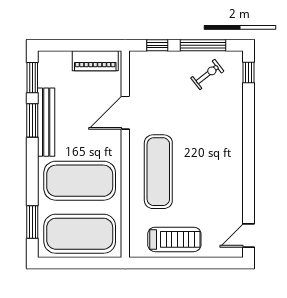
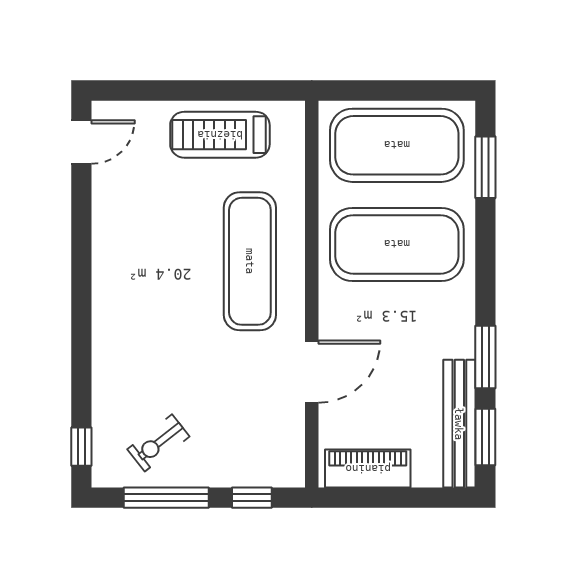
bench: (46, 122) -> (459, 424), moved

